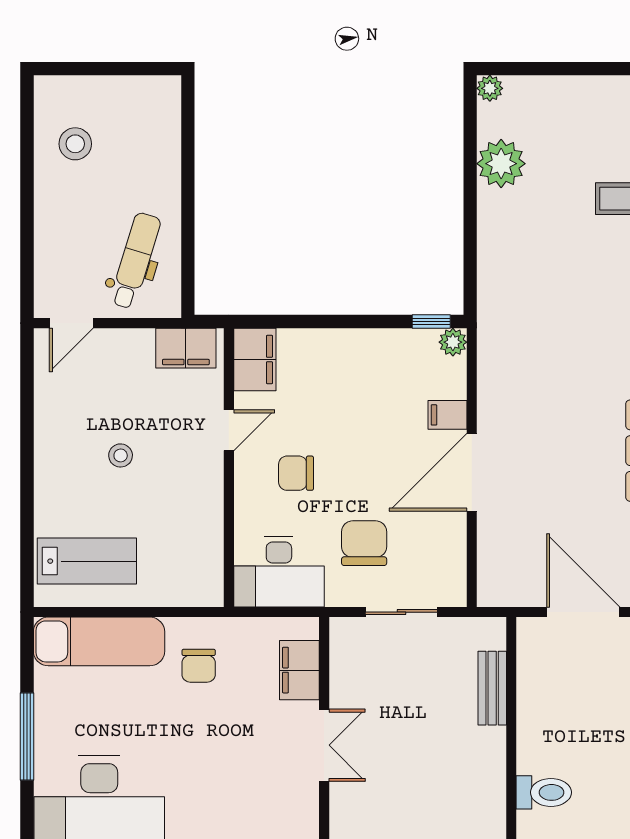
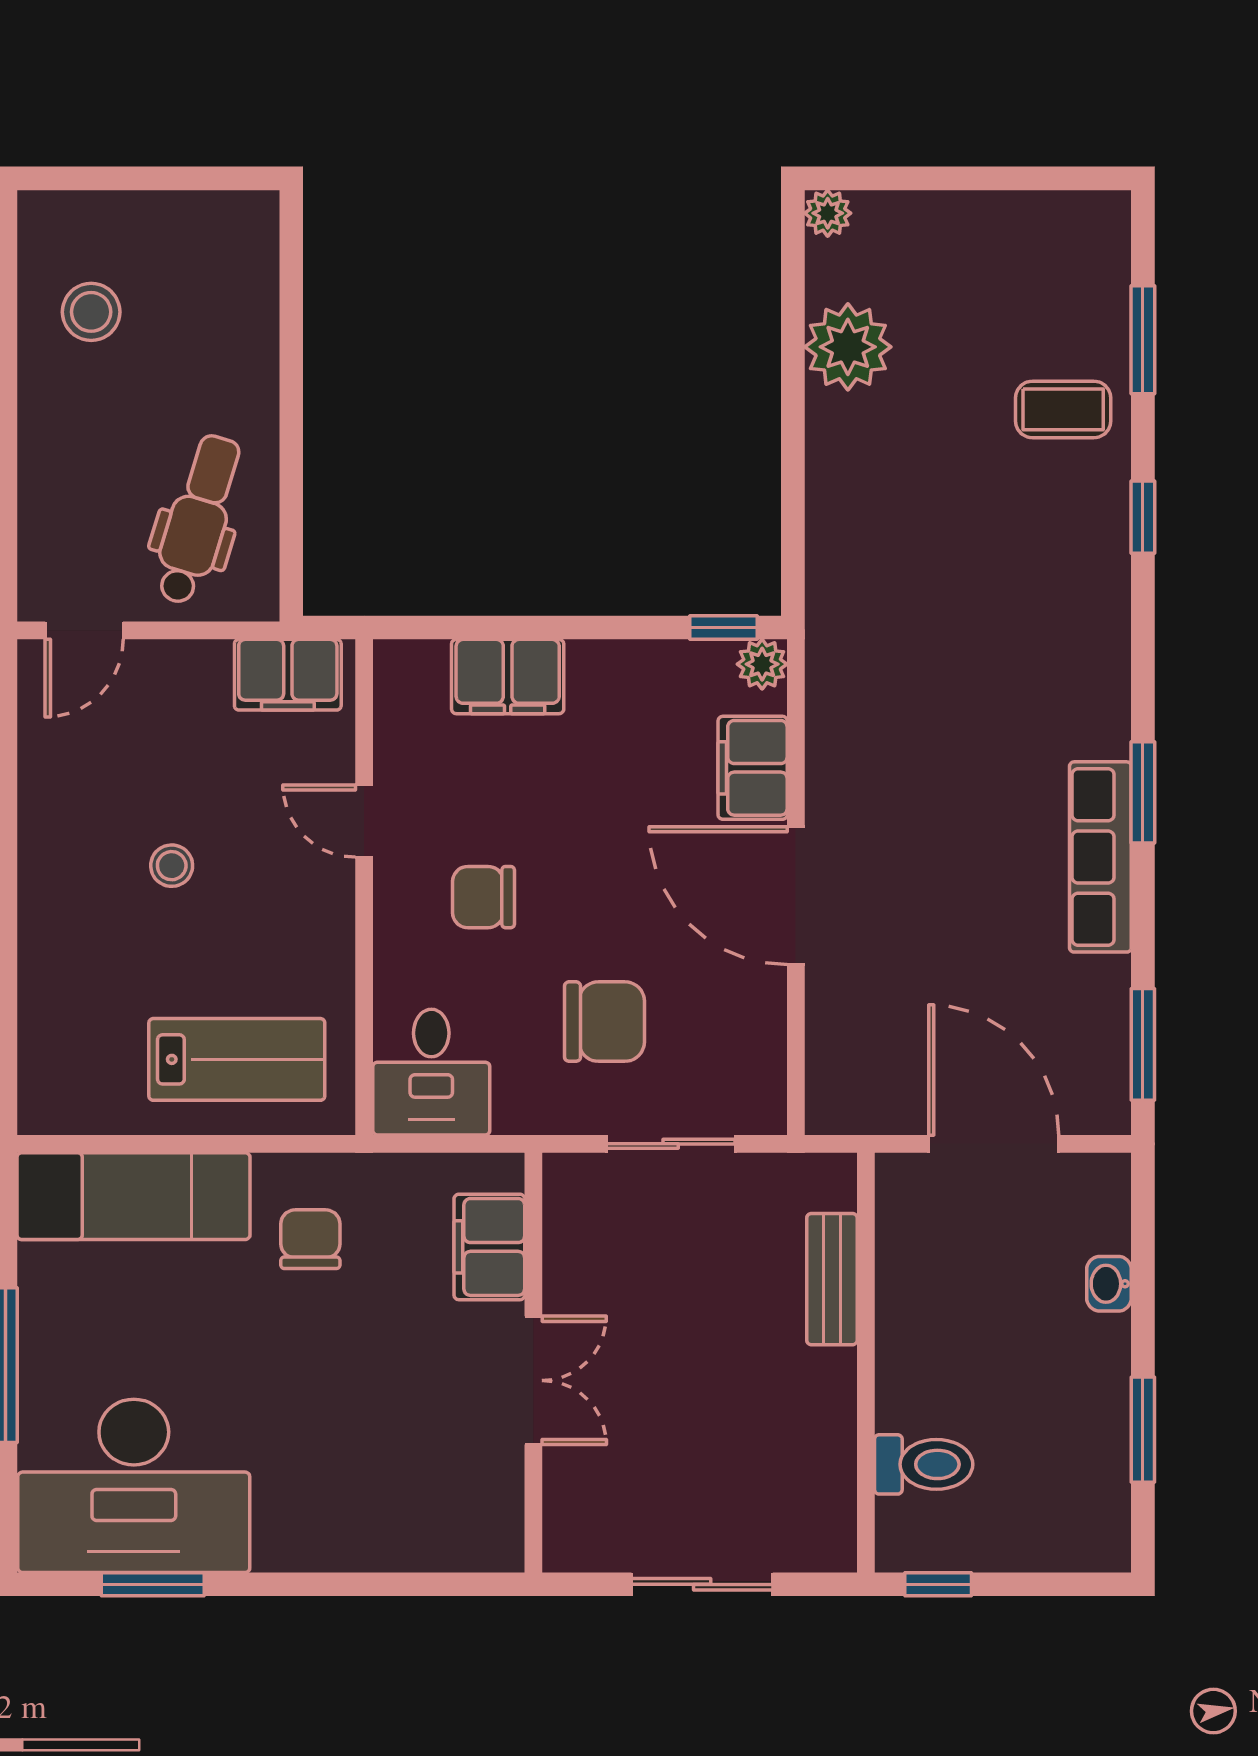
filing cabinet: (255, 360) -> (508, 677), moved, turned 90
filing cabinet: (448, 415) -> (753, 768), width x2.00
door: (229, 430) -> (364, 821), swing flipped
door: (472, 472) -> (796, 896), hinge flipped
chair: (364, 543) -> (604, 1022), turned 90
lab bench: (87, 561) -> (237, 1059), moved
desk: (279, 572) -> (431, 1072), width x0.73
chair: (199, 666) -> (310, 1239), turned 180

